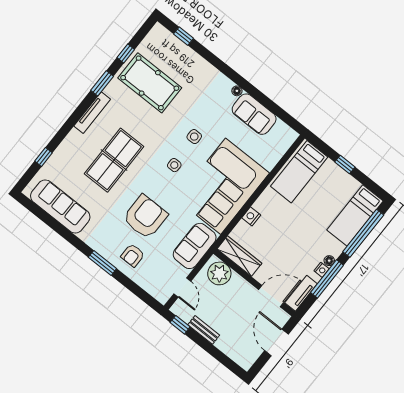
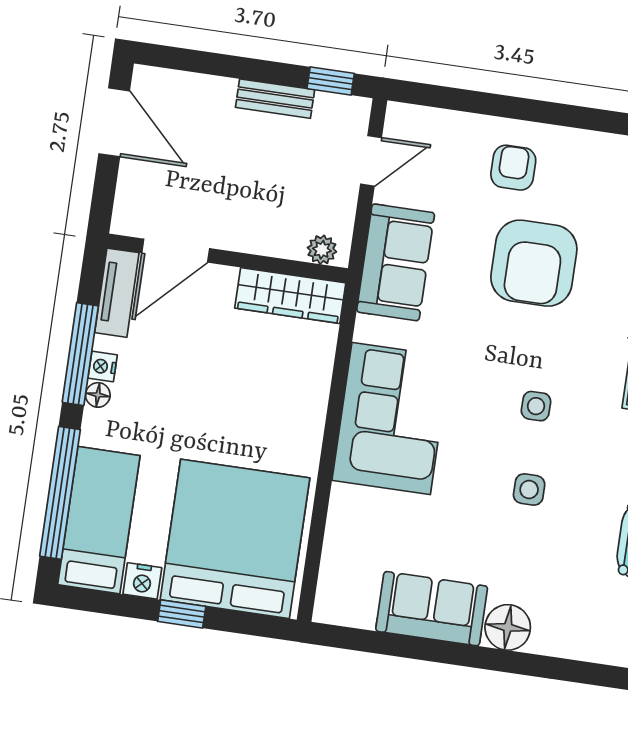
floor lamp: (237, 91) -> (508, 627), width x1.89, depth x1.89
bed: (299, 172) -> (235, 539), width x2.04
corner sofa: (223, 186) -> (391, 419), width x0.73, depth x0.74
nightstand: (251, 216) -> (142, 581), moved, turned 90
window: (102, 263) -> (567, 115), removed
plant: (219, 273) -> (322, 250), width x0.53, depth x0.53
door: (182, 288) -> (371, 161), swing flipped
door: (276, 342) -> (114, 122), moved

